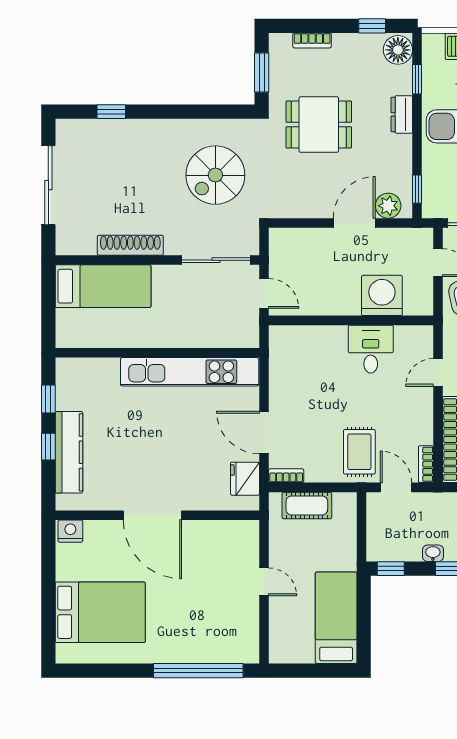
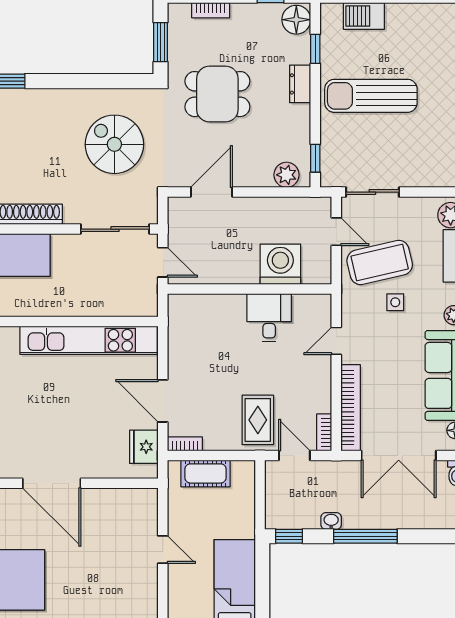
spiral stairs: (215, 175) -> (114, 144), turned 90
door: (354, 223) -> (211, 192), moved

